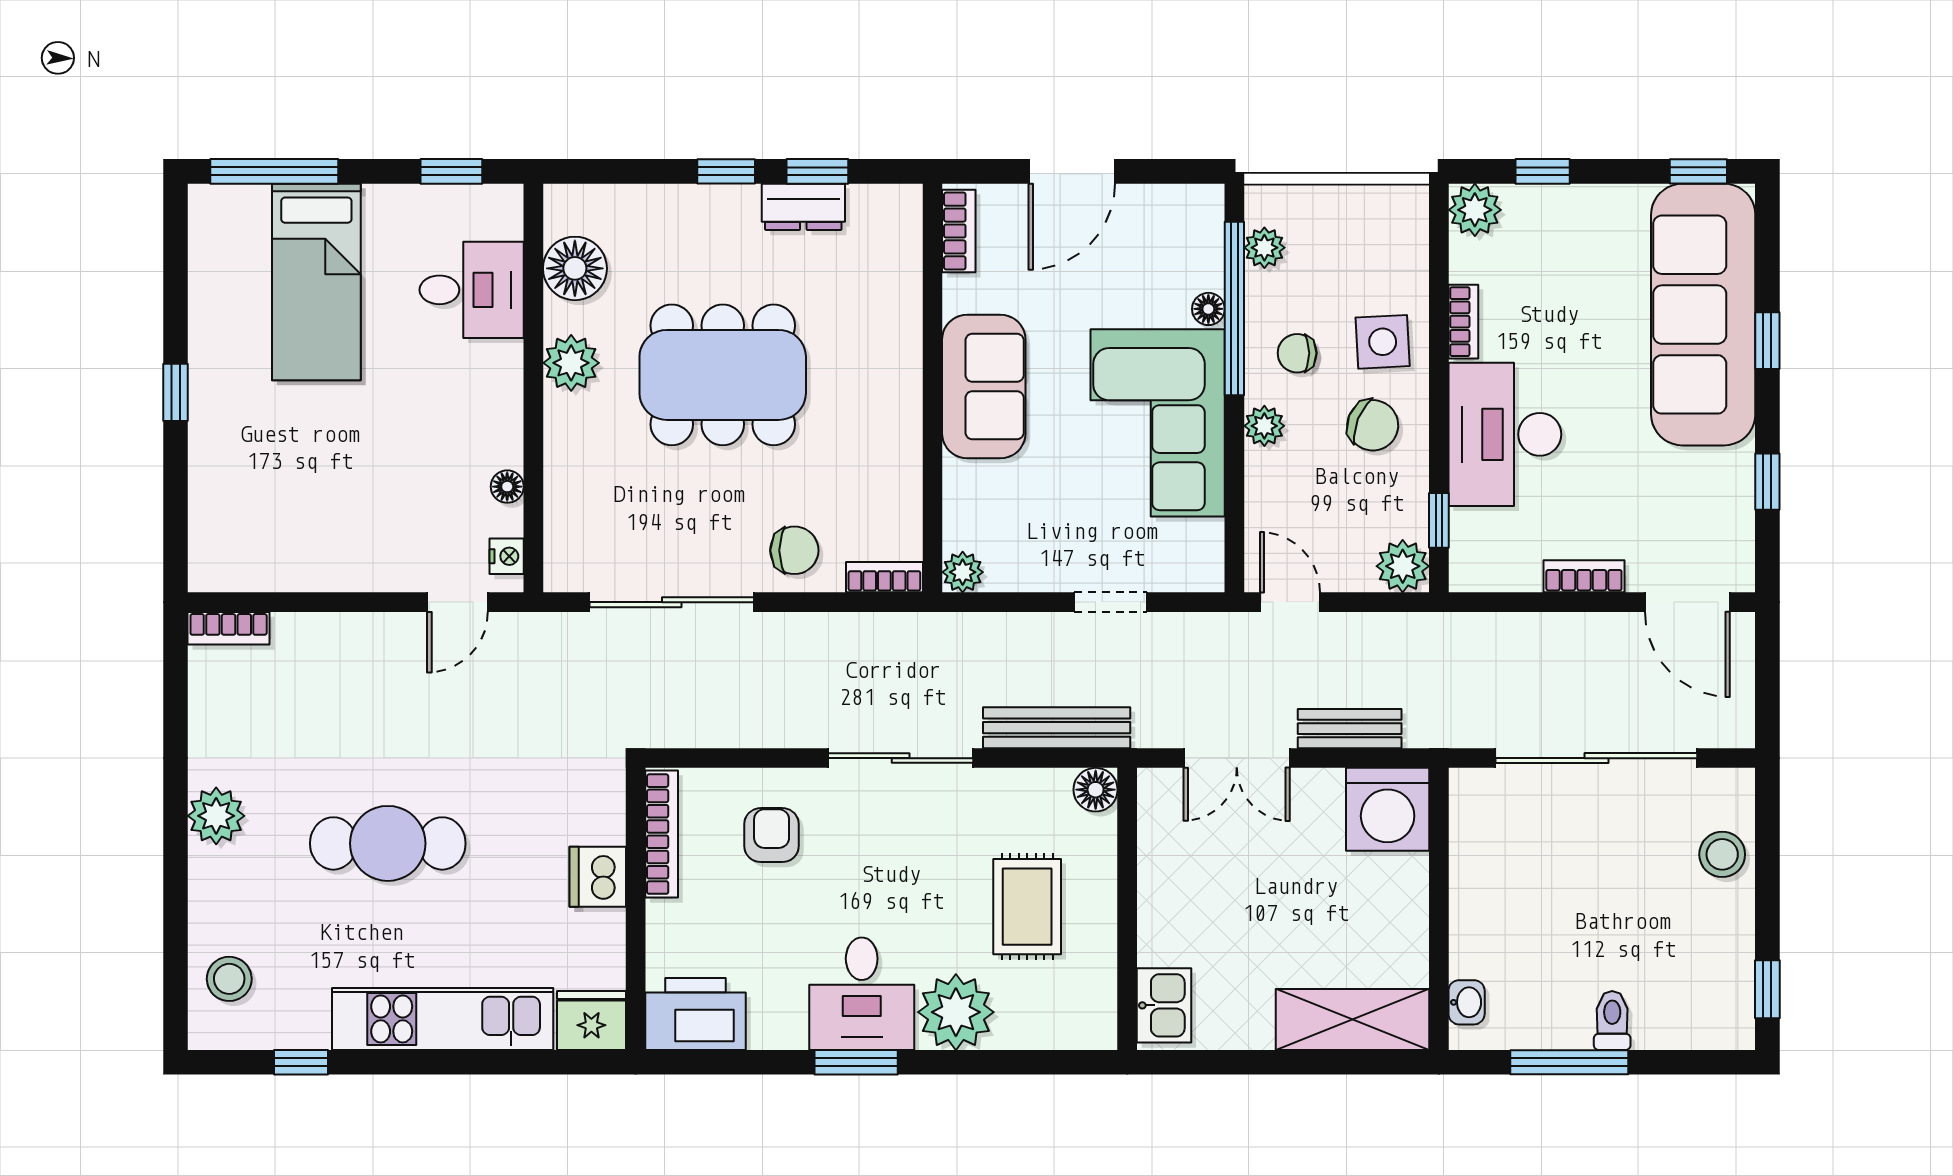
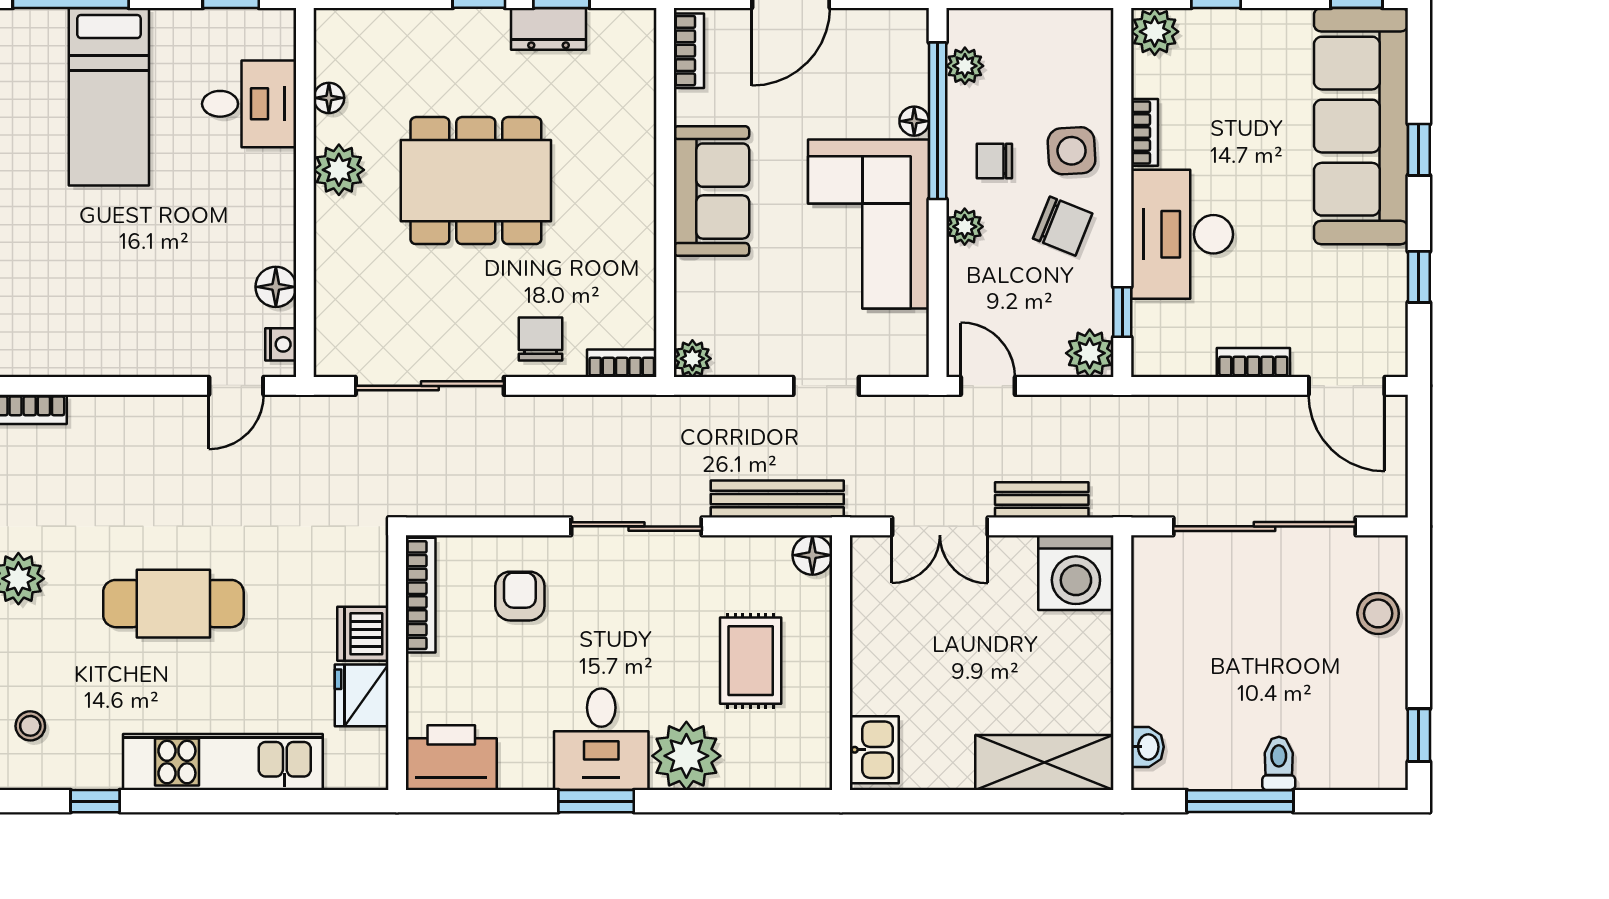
floor lamp: (575, 268) -> (329, 98), width x0.53, depth x0.53
floor lamp: (507, 487) -> (276, 287), width x1.37, depth x1.37
chair: (794, 550) -> (541, 339), turned -90
stool: (229, 979) -> (30, 726), width x0.73, depth x0.73
fridge: (591, 1020) -> (362, 695), moved, turned -90

